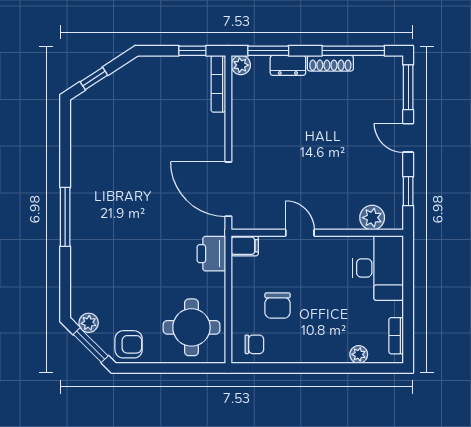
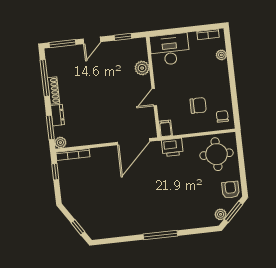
plant: (372, 218) -> (142, 68), moved

